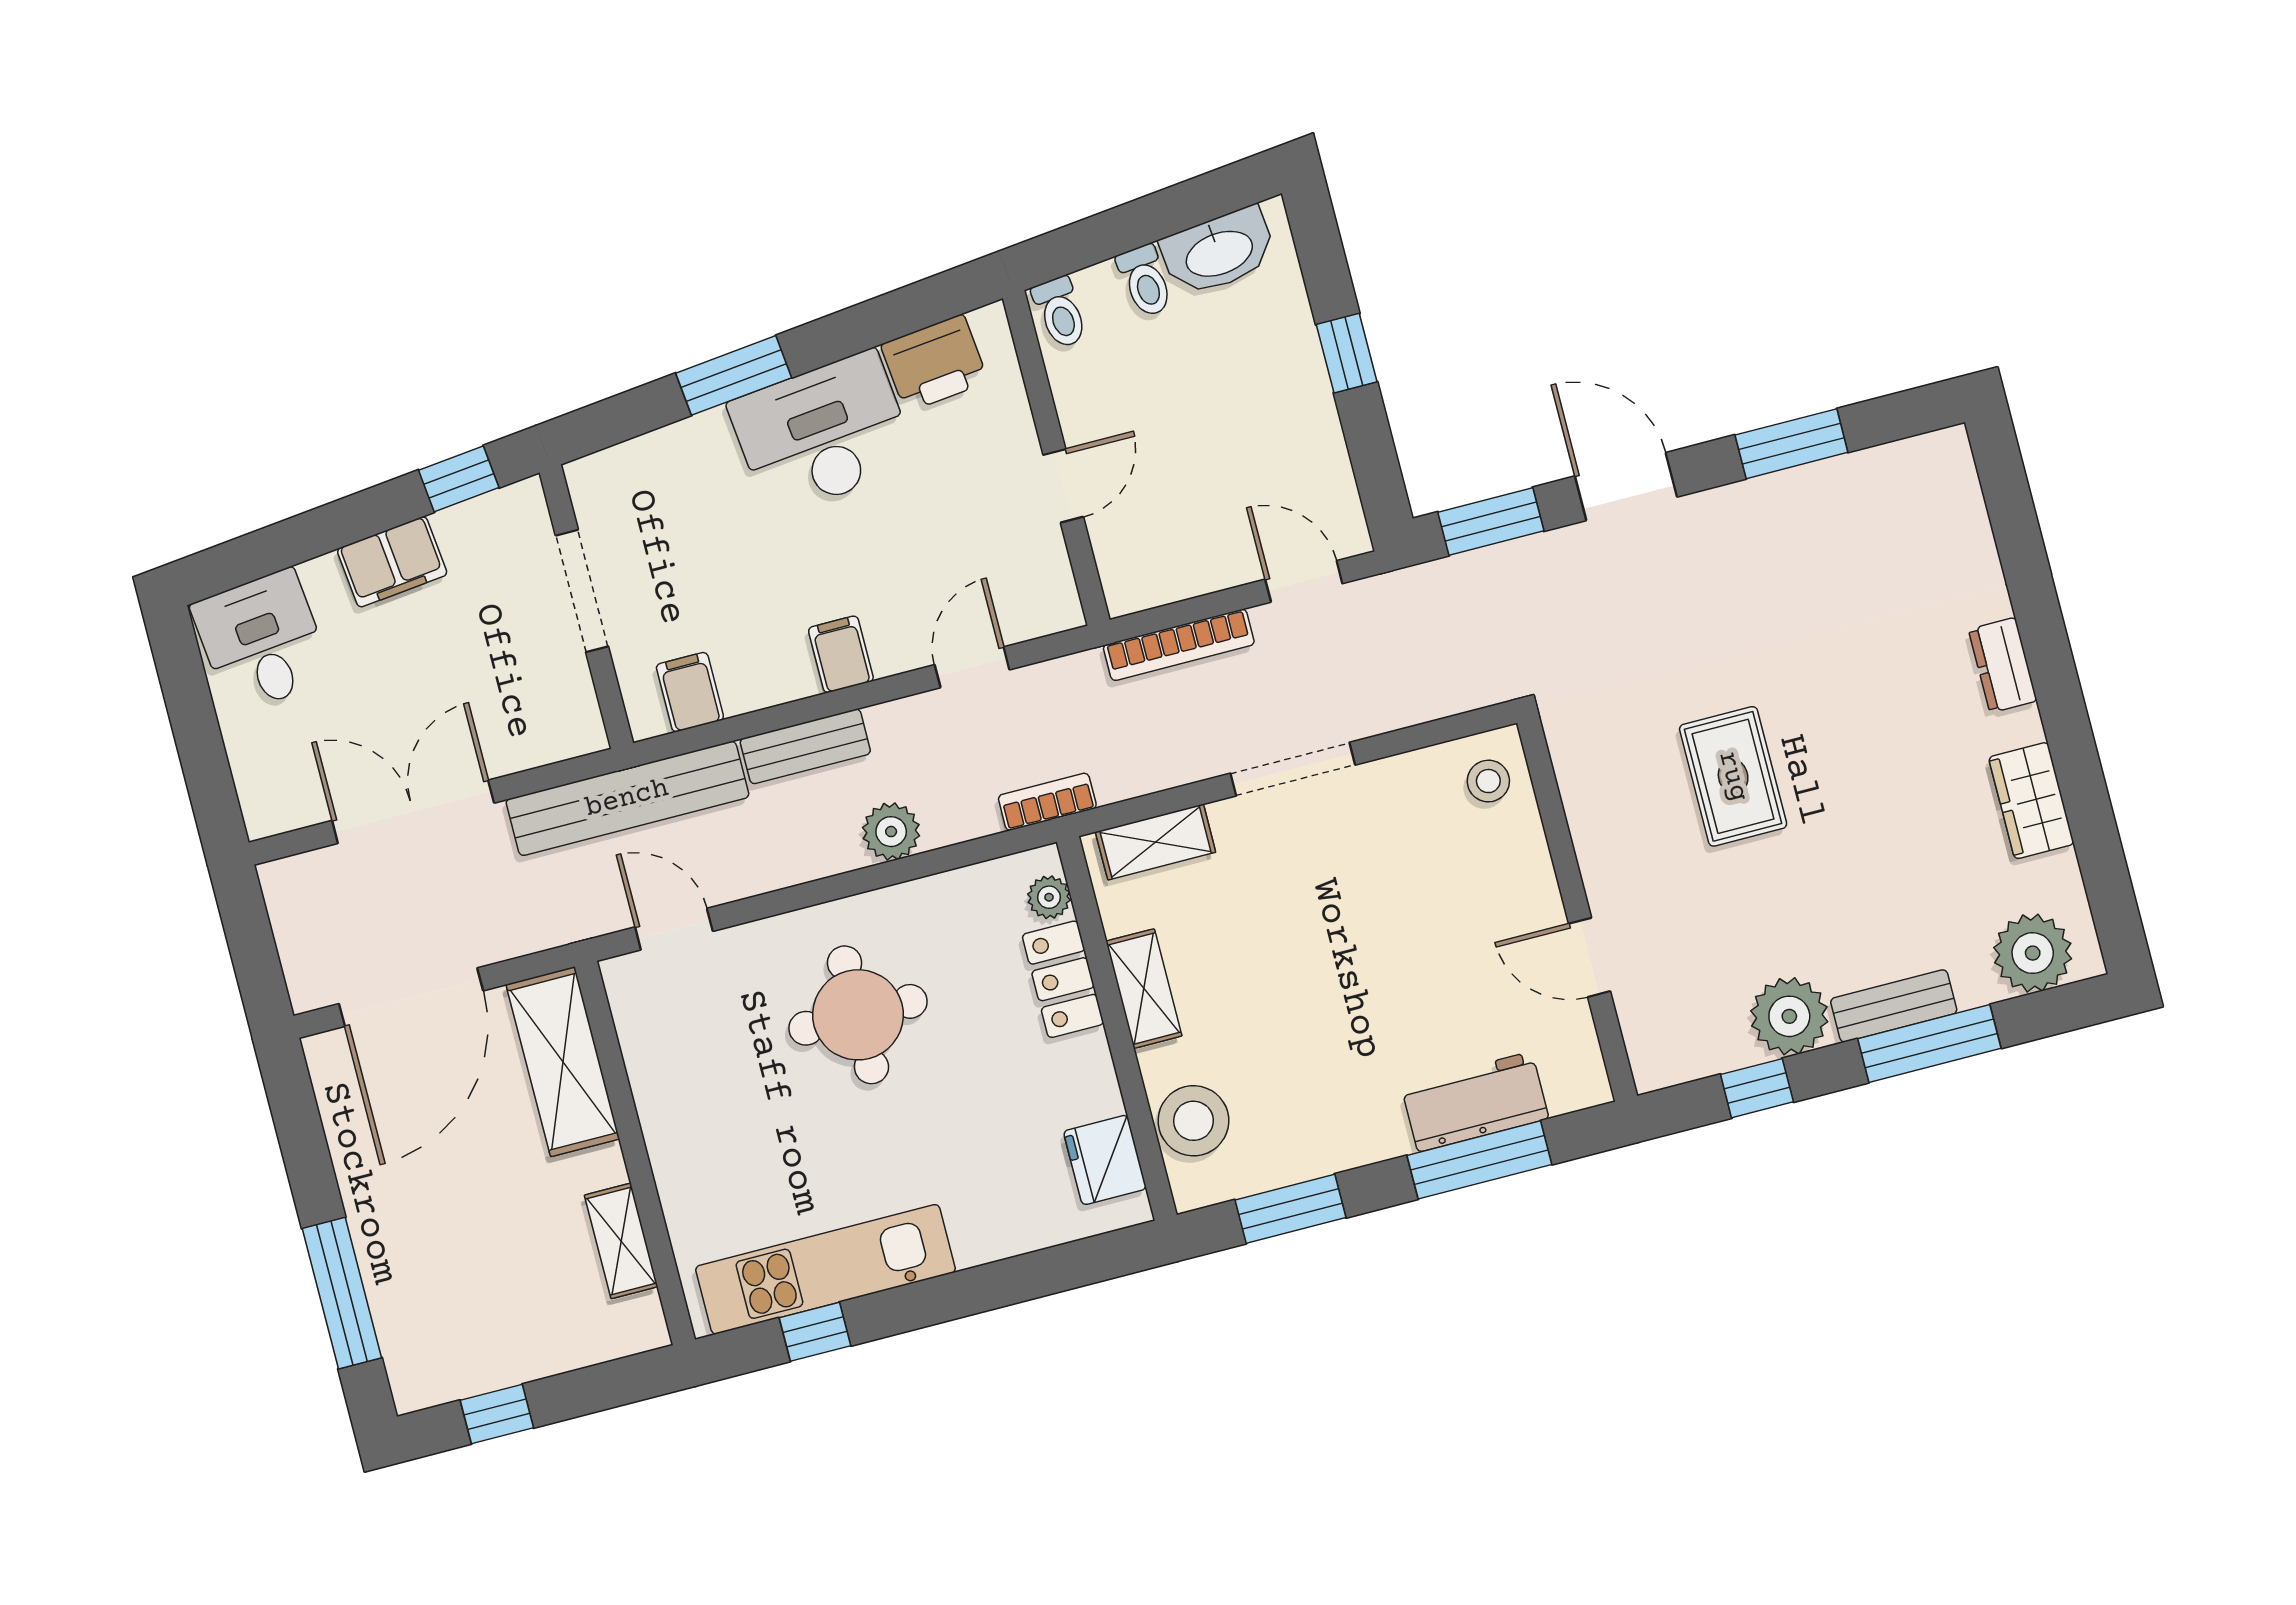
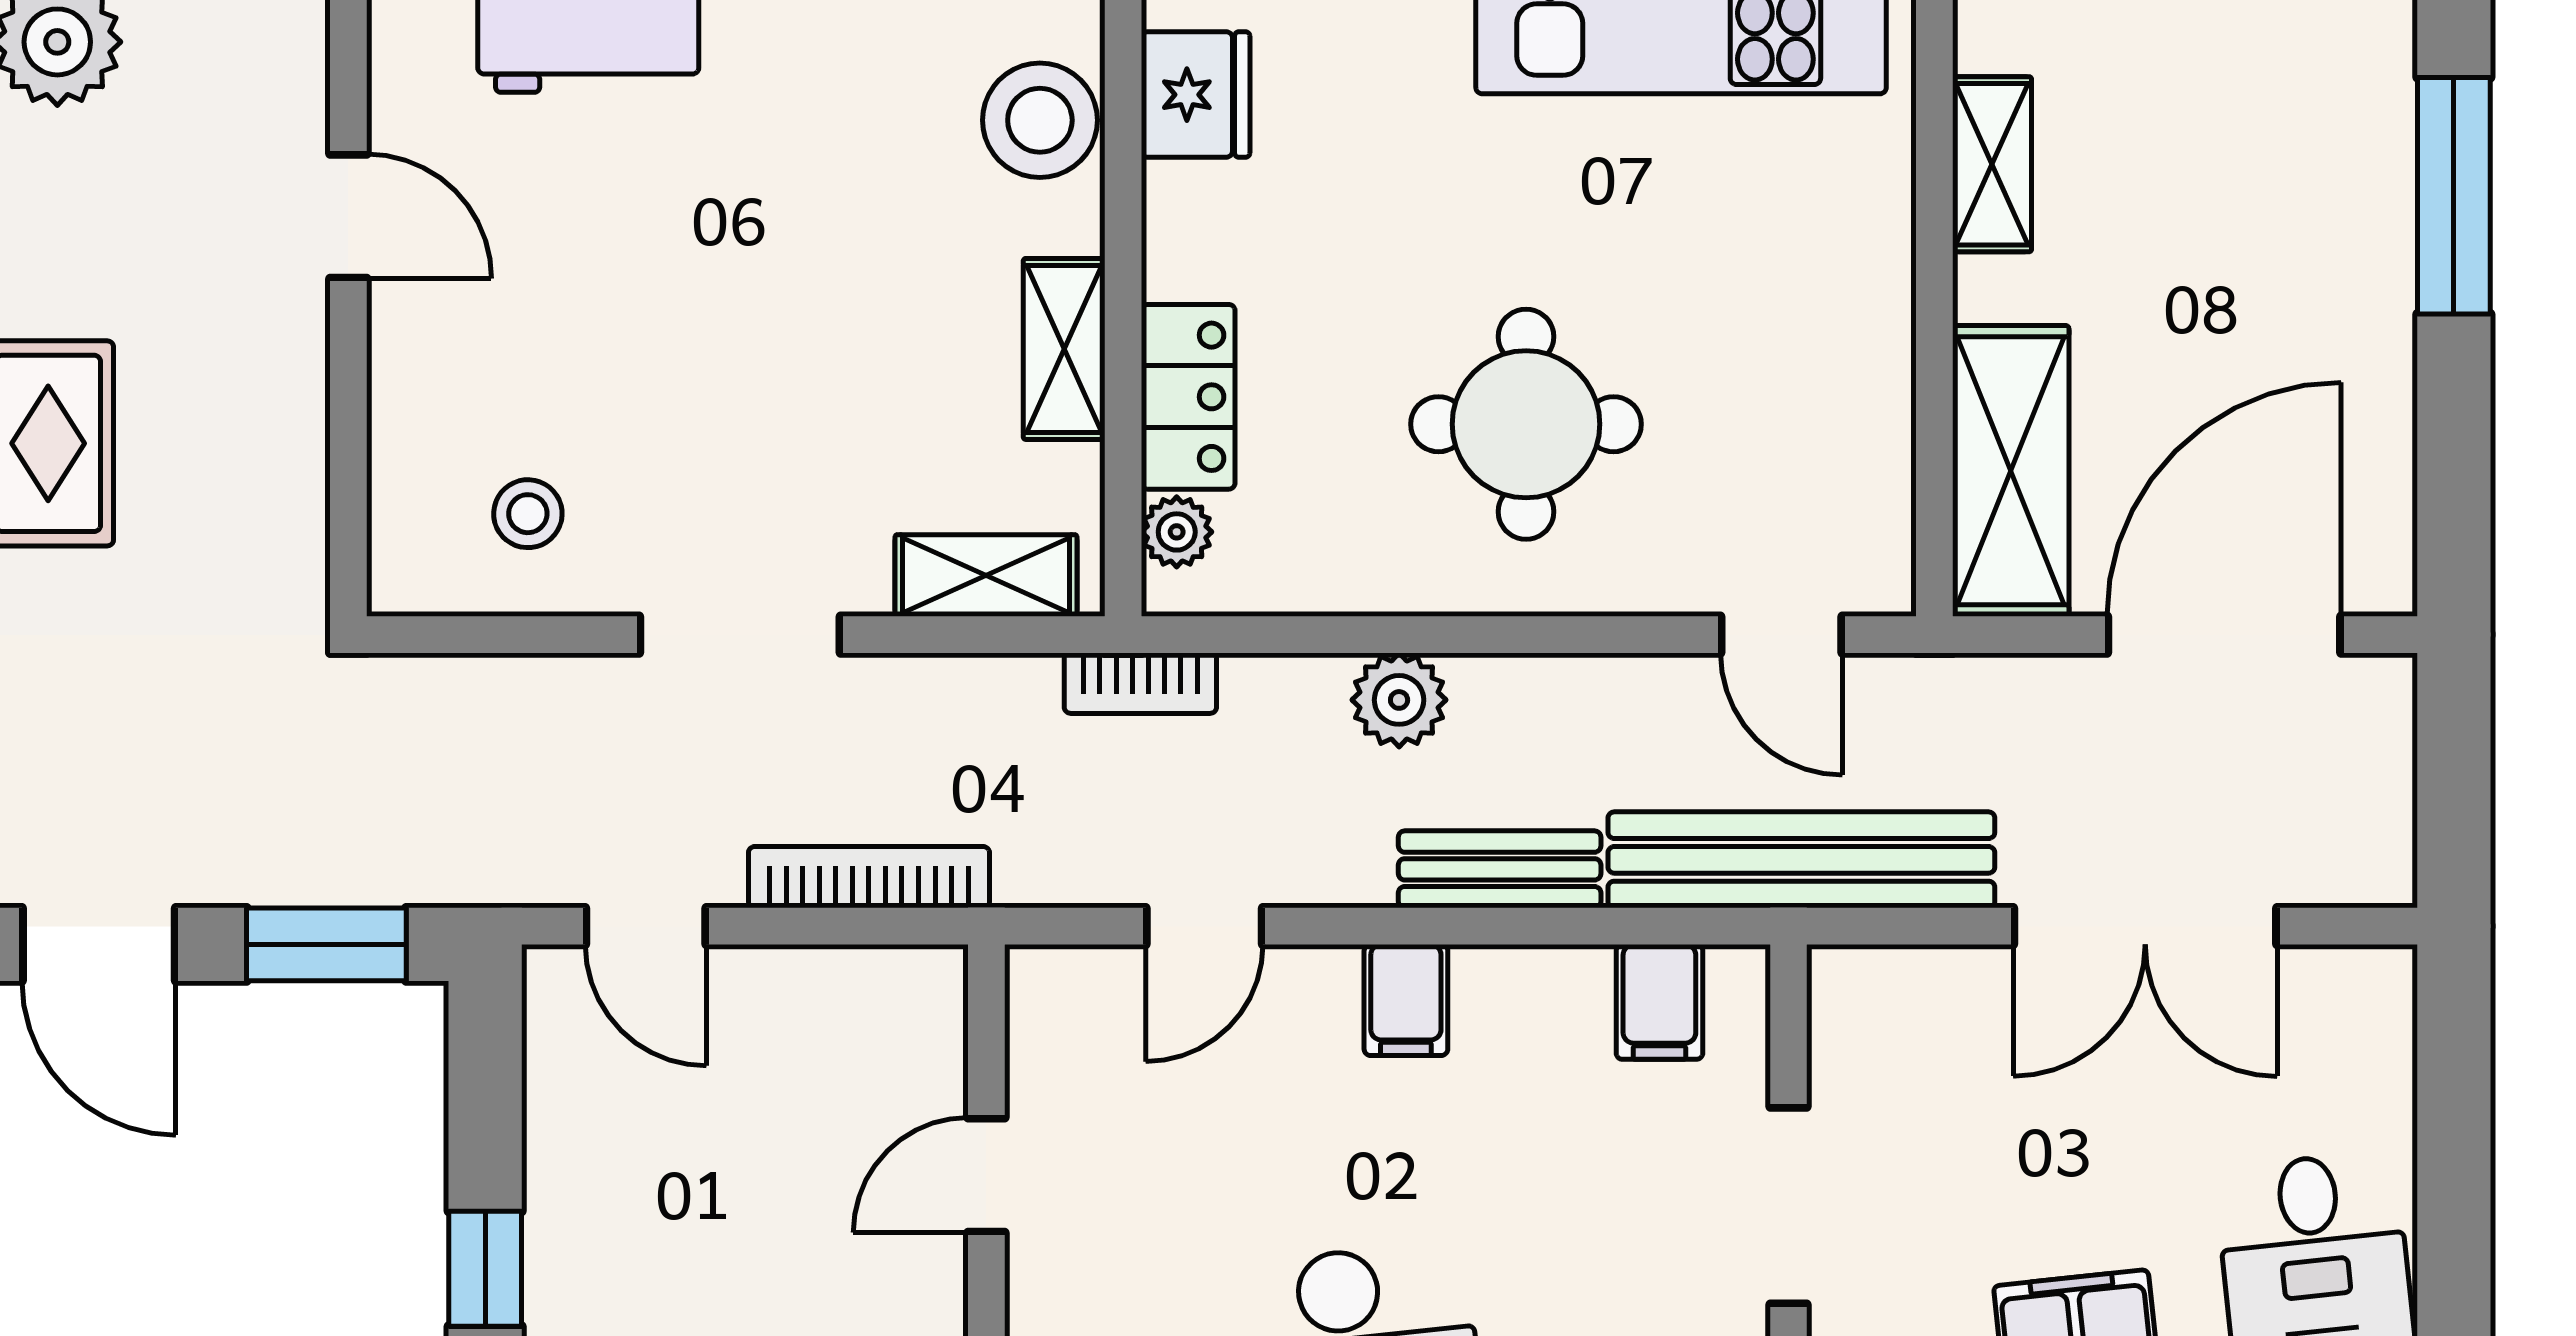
stool: (1488, 781) -> (528, 514), moved

